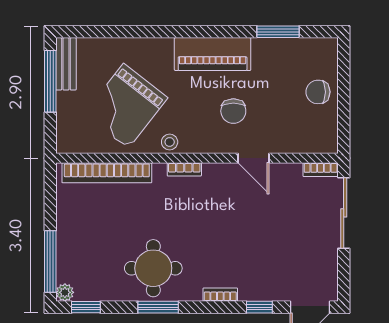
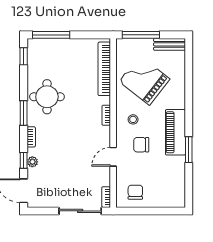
window: (278, 32) -> (189, 150), moved
window: (50, 81) -> (141, 35), moved
chair: (318, 92) -> (135, 192), moved
stool: (170, 142) -> (133, 119), moved
plant: (65, 292) -> (32, 162), moved
window: (158, 307) -> (24, 113), moved

